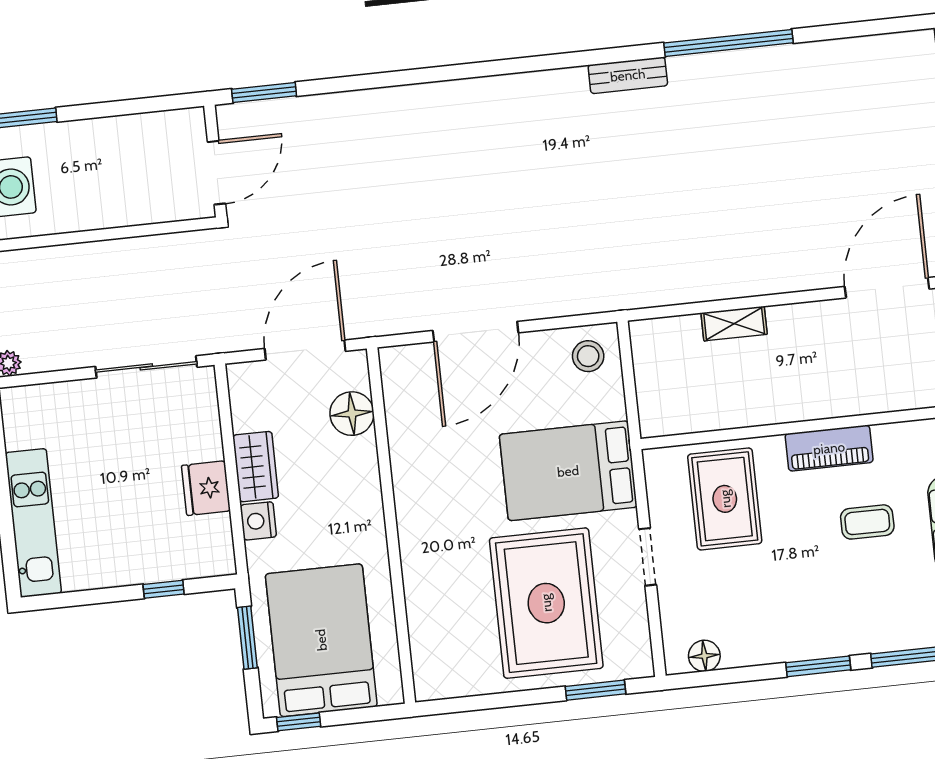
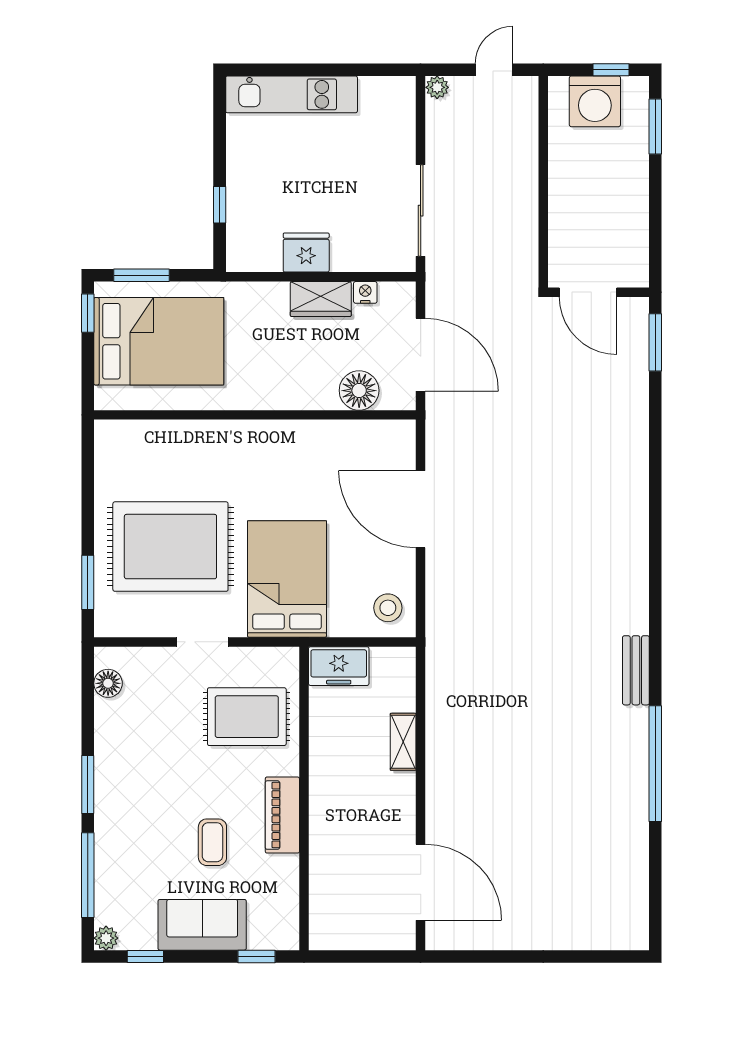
freezer: (658, 404) -> (339, 666), added
nightstand: (258, 521) -> (365, 292), moved, width x0.72, depth x0.74
window: (247, 638) -> (141, 275), moved

